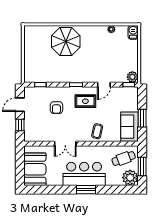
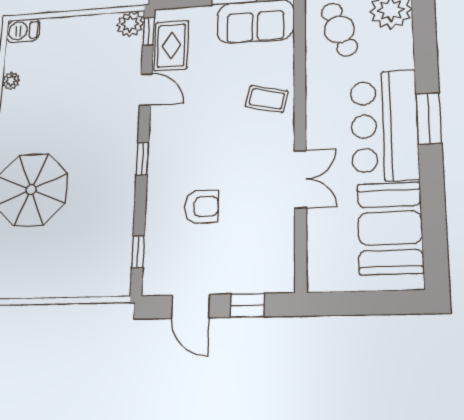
rug: (85, 101) -> (171, 46), moved
booth: (35, 169) -> (390, 228), moved, turned 90

